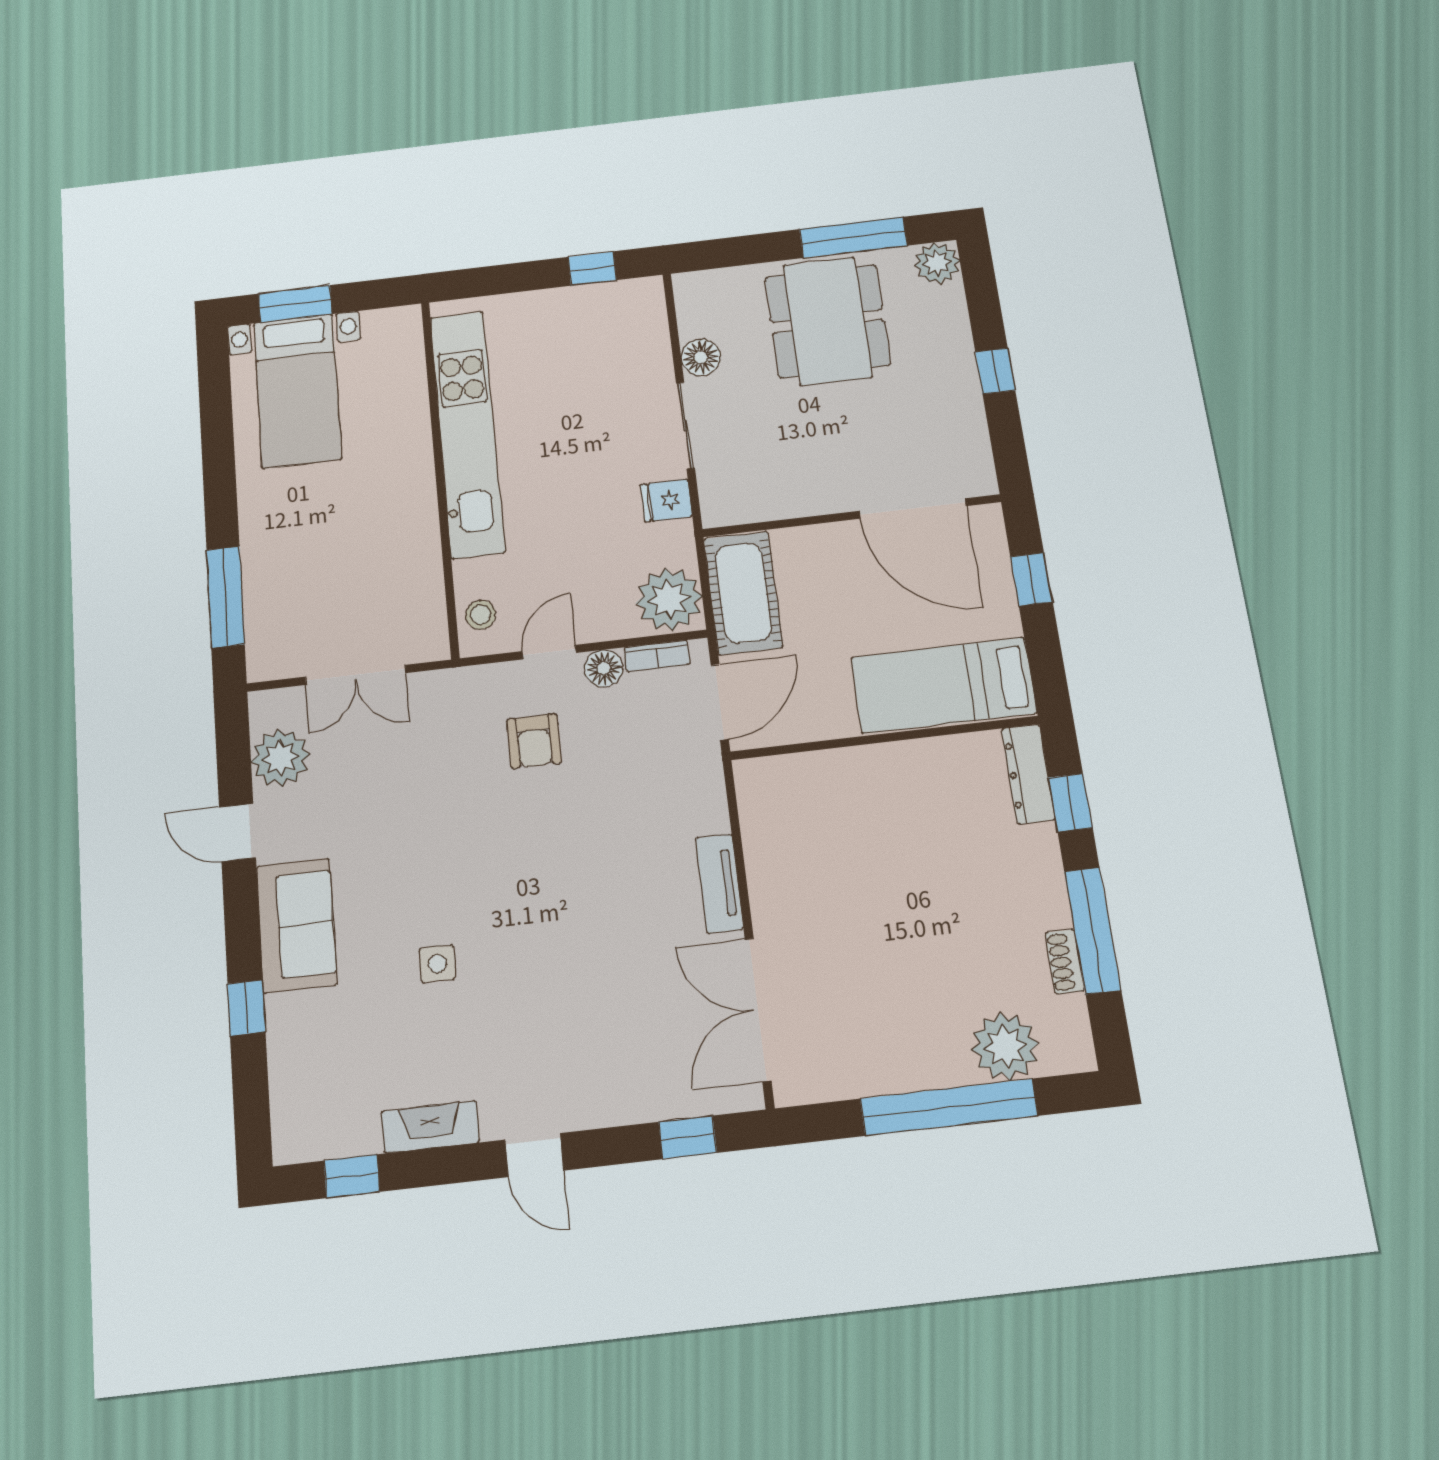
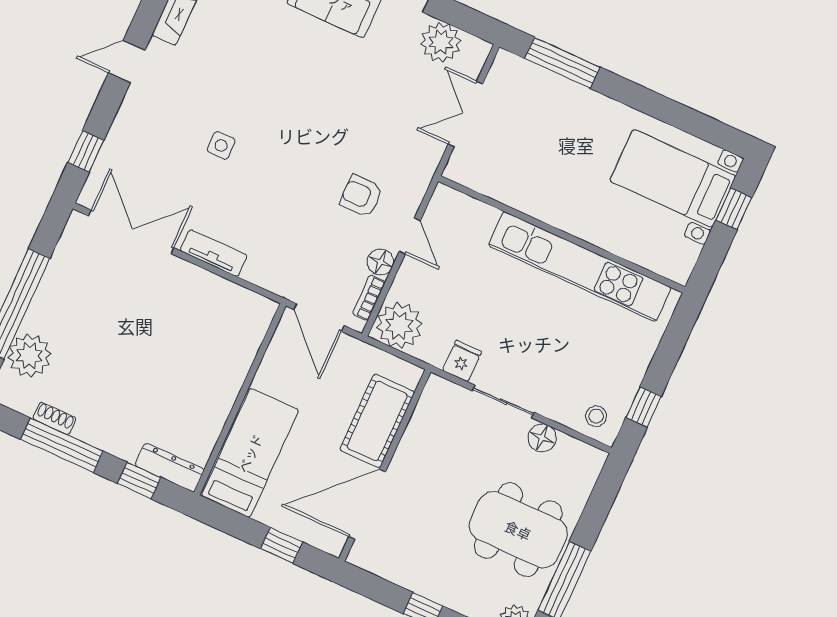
window: (295, 304) -> (734, 209), width x0.67
cot: (743, 593) -> (377, 421), moved, turned 90
stool: (481, 615) -> (596, 416), moved
side table: (437, 964) -> (221, 145), moved

